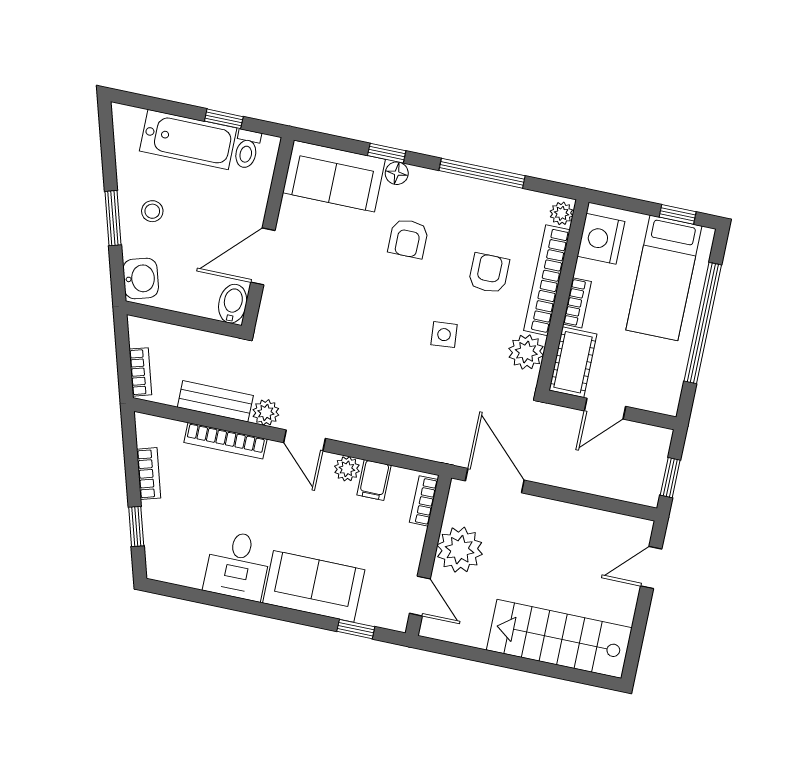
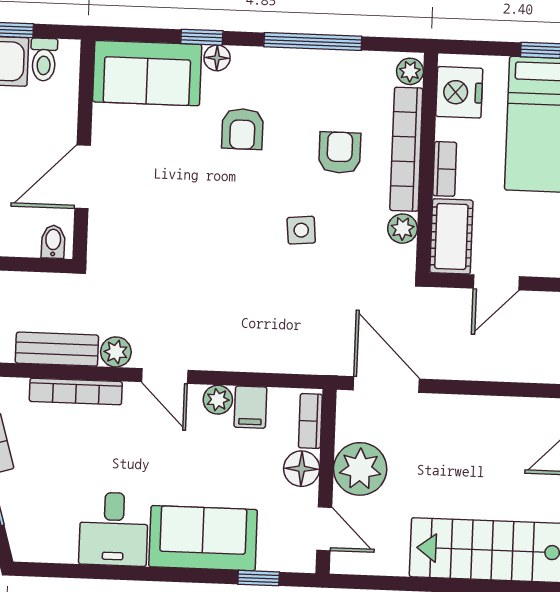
bidet: (233, 304) -> (53, 242), width x0.72, depth x0.74
plant: (526, 352) -> (403, 229), width x0.73, depth x0.73
floor lamp: (409, 541) -> (302, 469), added

